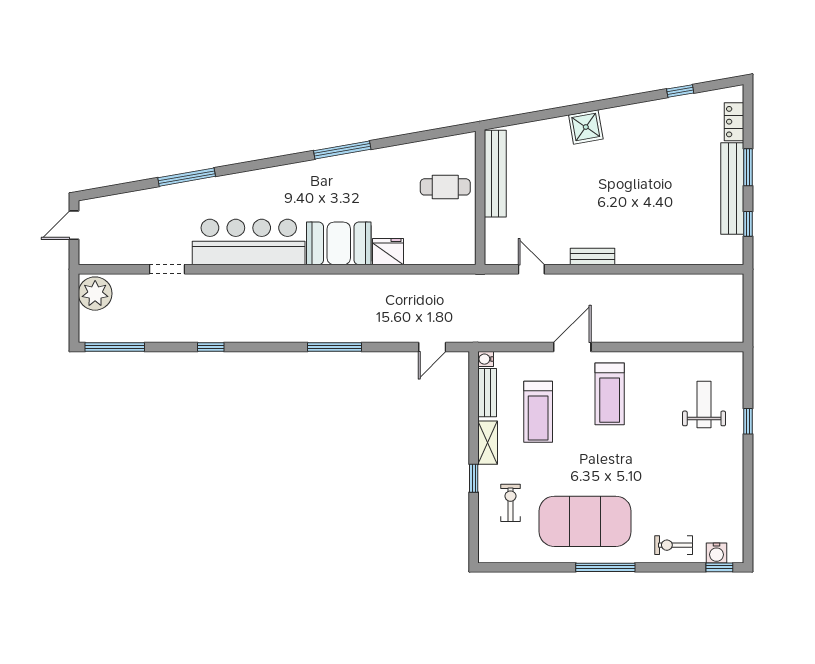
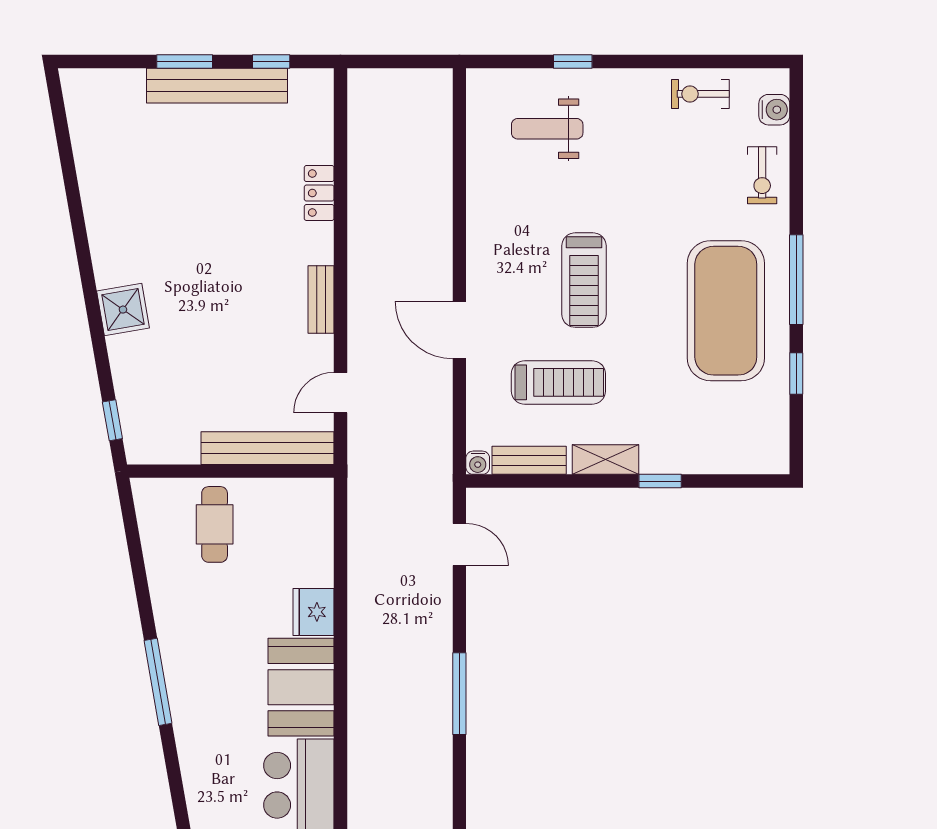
window: (680, 91) -> (112, 420), moved
locker: (734, 122) -> (319, 193), moved, turned 90
bench: (495, 174) -> (268, 448), moved
treadmill: (610, 394) -> (584, 280), moved, turned 90
exercise bike: (510, 503) -> (700, 94), moved
window: (719, 567) -> (796, 374), moved

